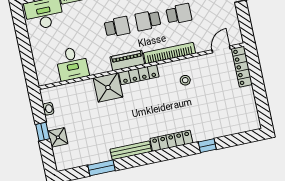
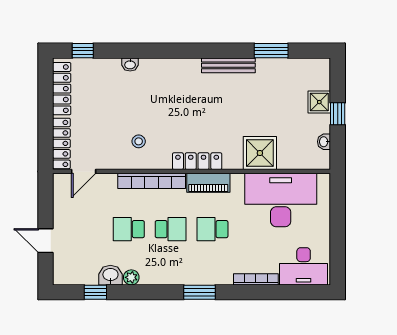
desk: (72, 64) -> (281, 200), width x1.87, depth x1.30
shower: (108, 87) -> (260, 153), moved
washbasin: (204, 136) -> (130, 64), added
locker: (171, 141) -> (62, 89), moved, turned -90
window: (207, 146) -> (83, 51), moved

